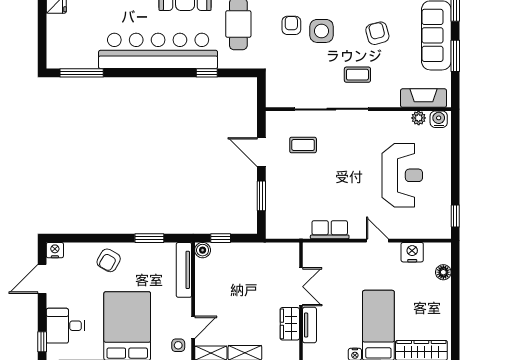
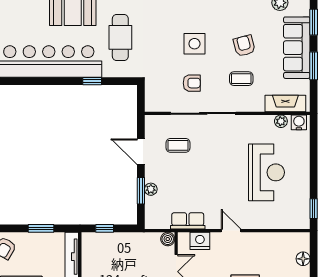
armchair: (291, 25) -> (192, 83), moved, turned 90
coffee table: (357, 75) -> (241, 79), moved
plant: (273, 194) -> (151, 189), added
row of seats: (330, 230) -> (188, 221), moved
door: (377, 241) -> (231, 231), moved
boiler: (203, 250) -> (168, 239), moved
nightstand: (412, 252) -> (200, 241), moved

